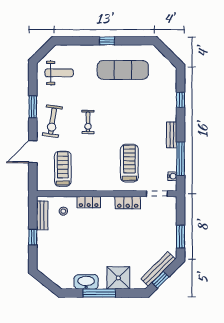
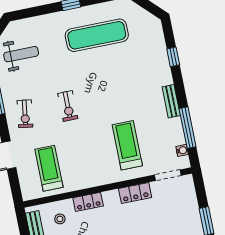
exercise bike: (52, 121) -> (25, 114), width x0.73, depth x0.72

